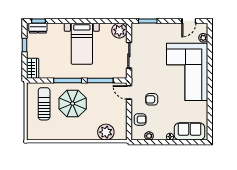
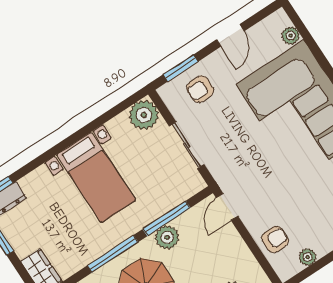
door: (189, 21) -> (230, 35), moved
plant: (95, 89) -> (167, 237), added
door: (129, 92) -> (227, 207), hinge flipped
armchair: (152, 99) -> (200, 89), moved

